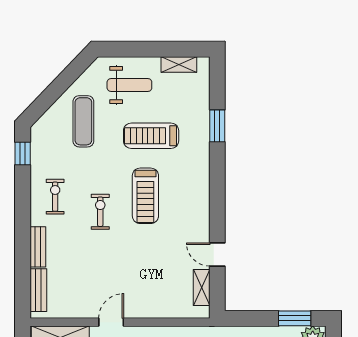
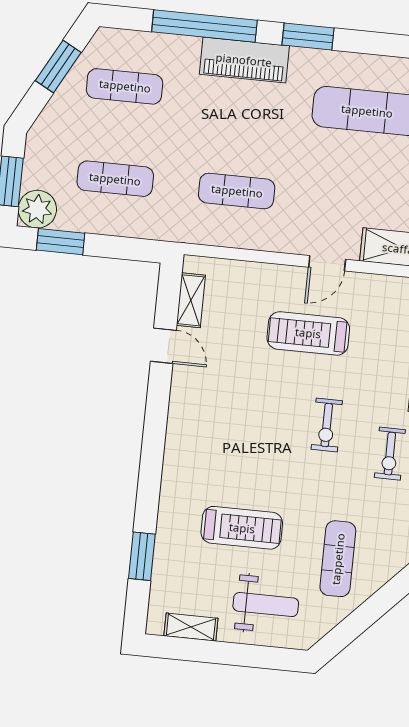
weight bench: (129, 85) -> (266, 605), turned 180
window: (217, 126) -> (142, 556), moved
treadmill: (145, 196) -> (308, 333), moved, turned -90

